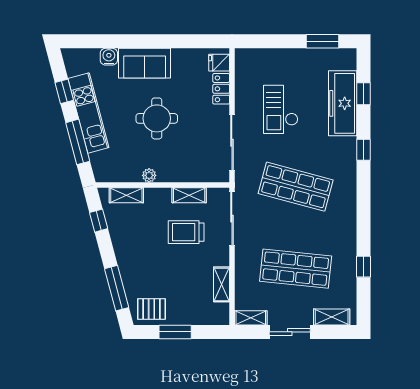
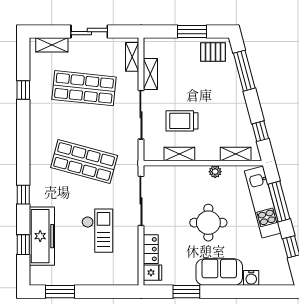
window: (181, 41) -> (186, 292), added
kitchen unit: (88, 113) -> (263, 202), moved
sliding door: (232, 219) -> (141, 115), moved
trolley: (186, 232) -> (182, 121), turned 180
shelving: (251, 318) -> (132, 57), moved, turned 90

